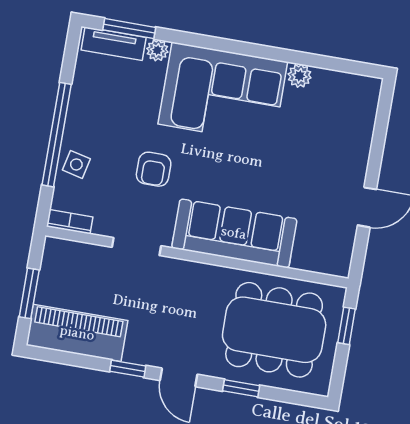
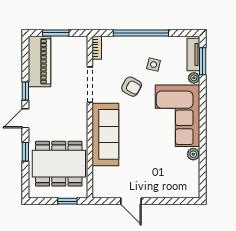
side table: (76, 164) -> (154, 65), moved
armchair: (154, 169) -> (132, 87), turned -151
doorway: (137, 247) -> (90, 85), width x1.38
dining table: (274, 330) -> (59, 164), turned 90

